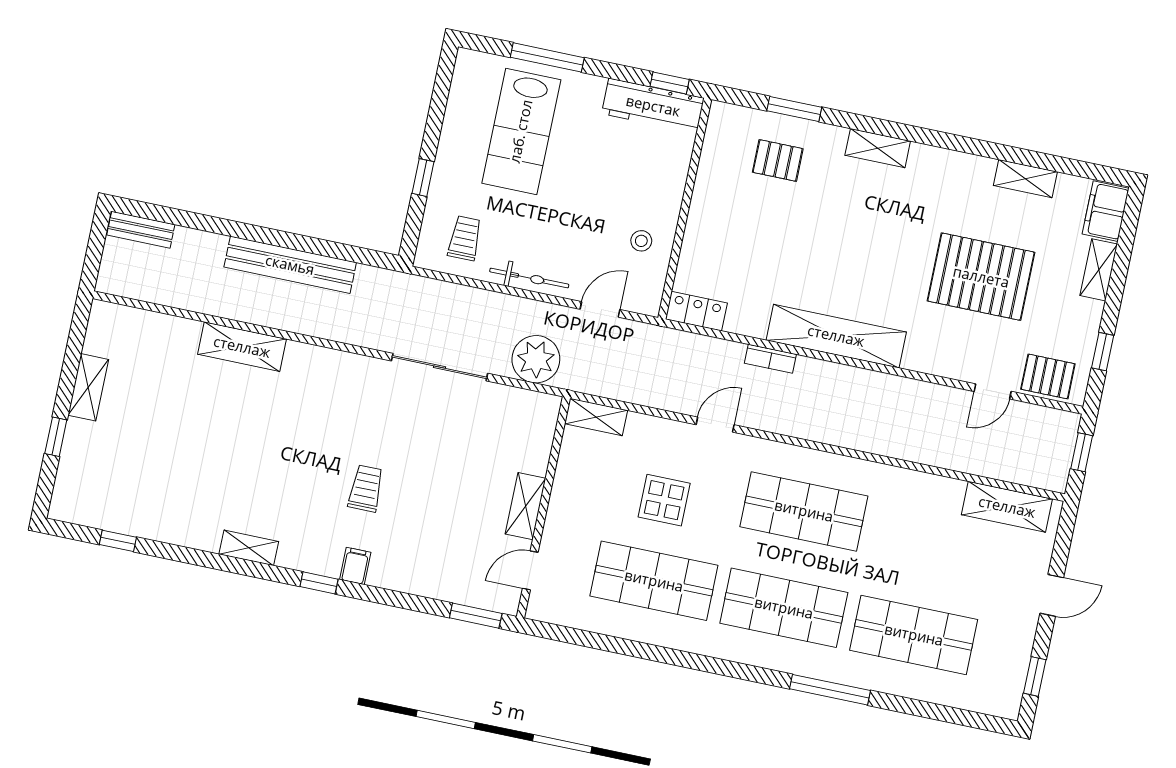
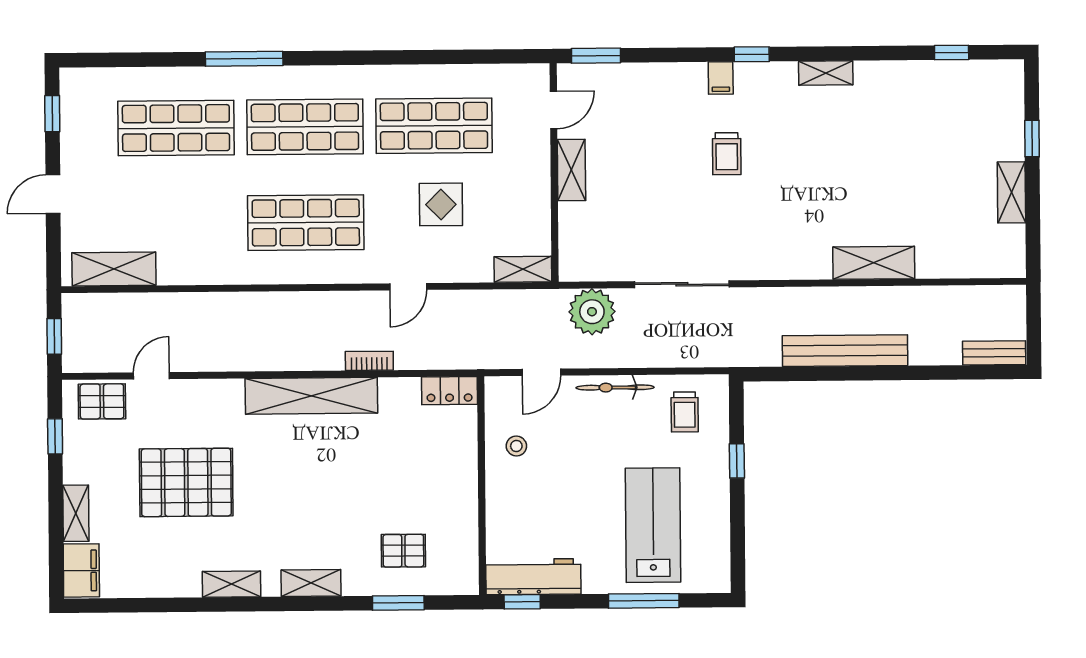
shelving: (1025, 179) -> (231, 584), moved

